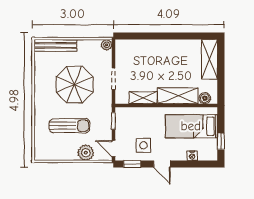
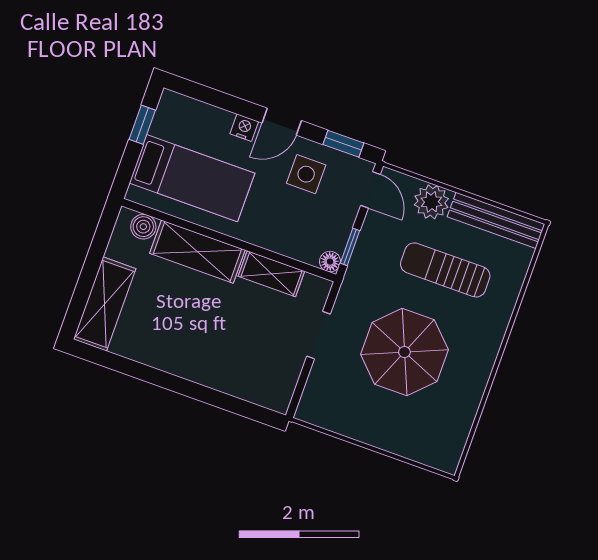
bench: (55, 45) -> (496, 220), moved
plant: (107, 45) -> (308, 411), removed
floor lamp: (120, 112) -> (330, 262), added
nightstand: (192, 156) -> (244, 128), moved
door: (162, 164) -> (282, 122), swing flipped

